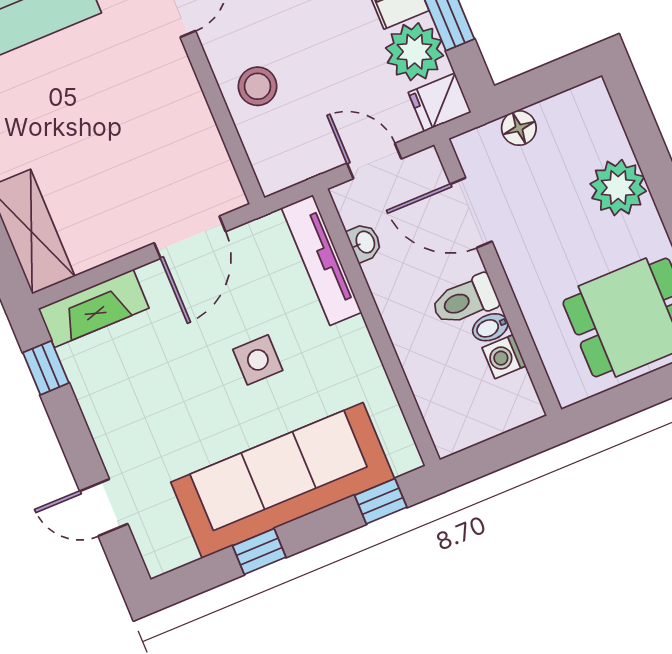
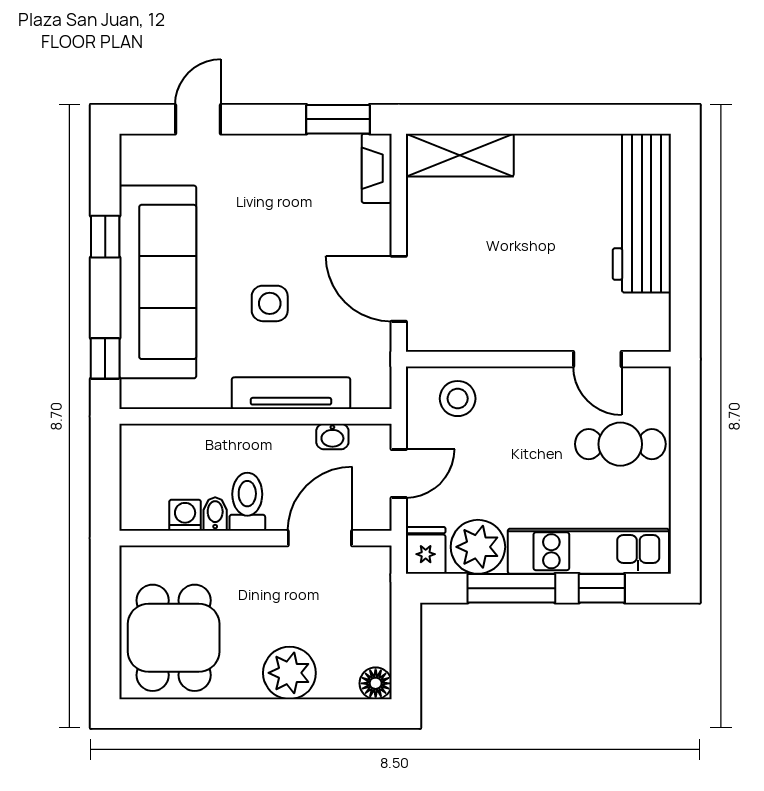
stool: (258, 86) -> (458, 399), moved
floor lamp: (519, 128) -> (376, 683), moved
tv unit: (321, 260) -> (291, 393), moved
fireplace: (94, 308) -> (377, 168), width x0.73, depth x0.76
window: (46, 368) -> (338, 119), width x1.50

